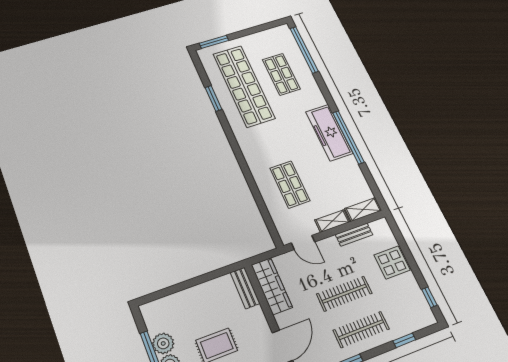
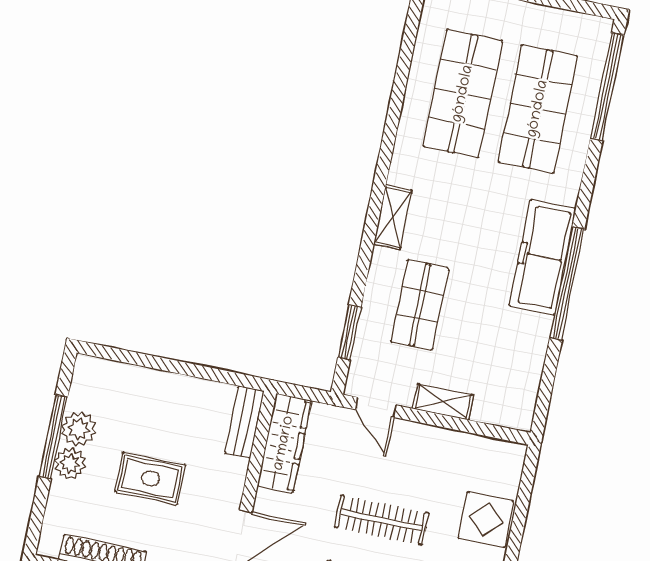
shop shelf: (281, 74) -> (538, 109), width x1.43, depth x1.36
shop shelf: (244, 86) -> (463, 94), width x0.71
window: (213, 98) -> (349, 332), moved
shelving: (363, 210) -> (393, 217), moved, turned 90
bench: (354, 235) -> (460, 443), removed

